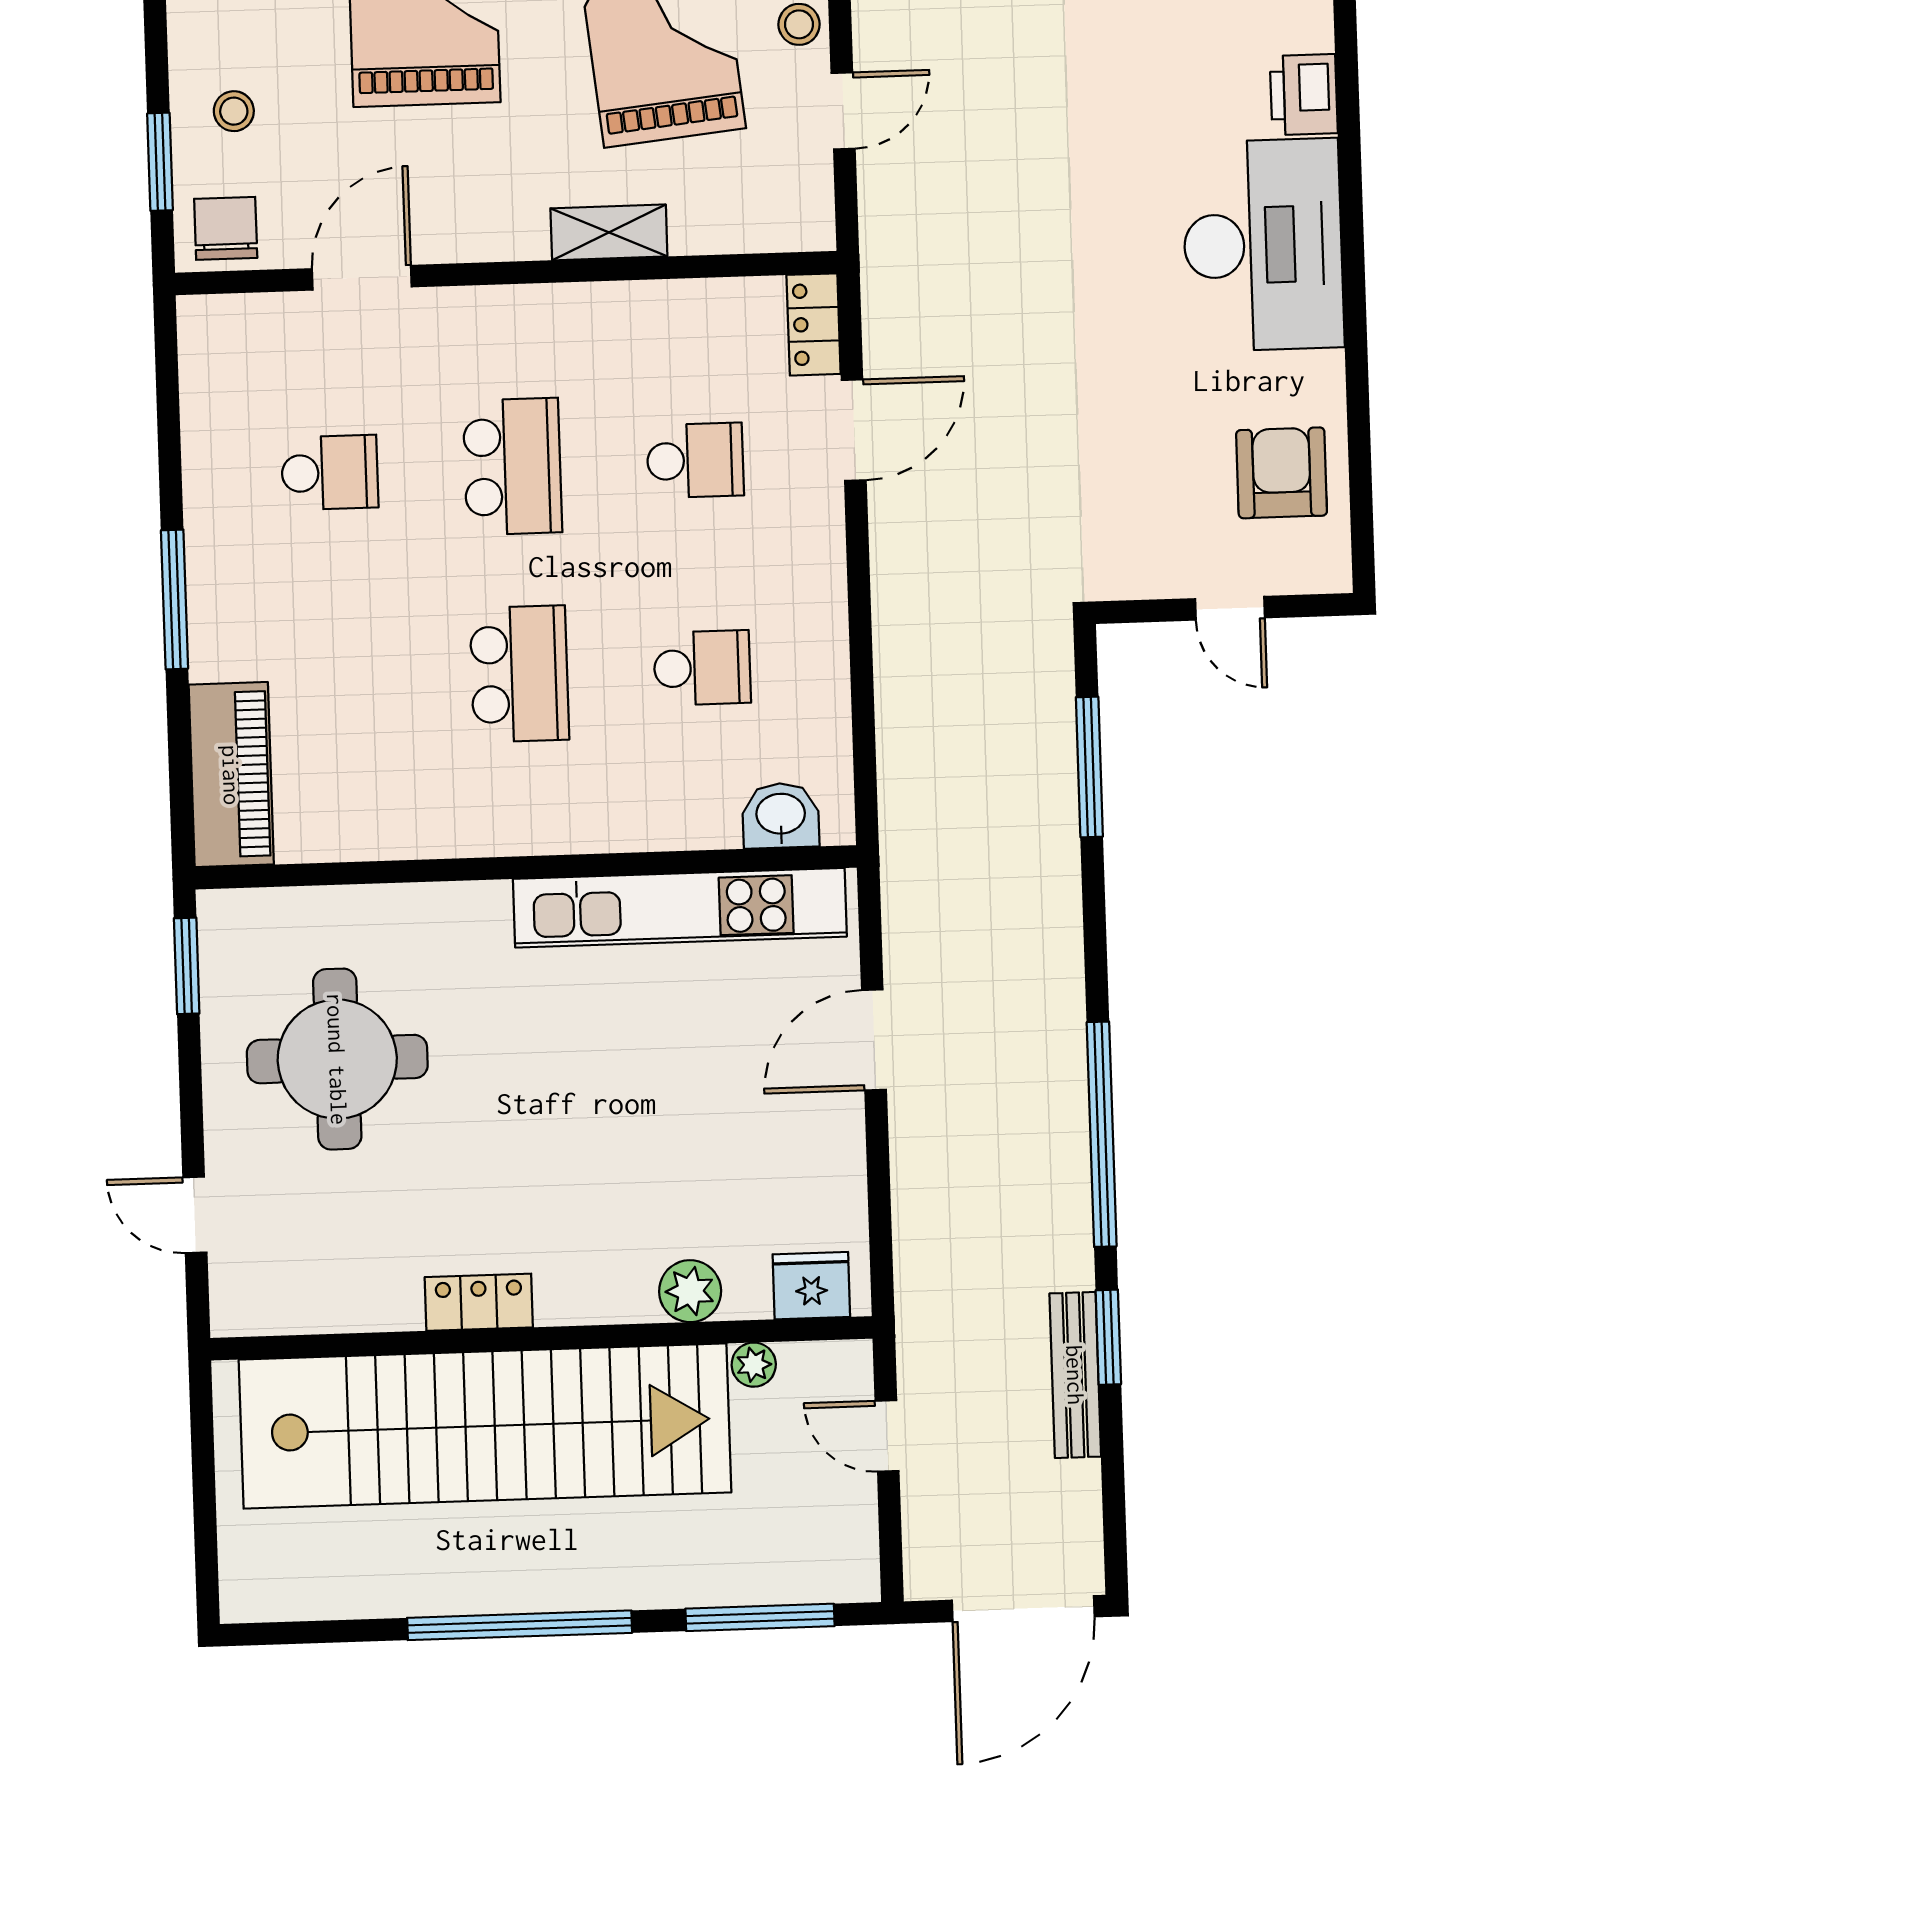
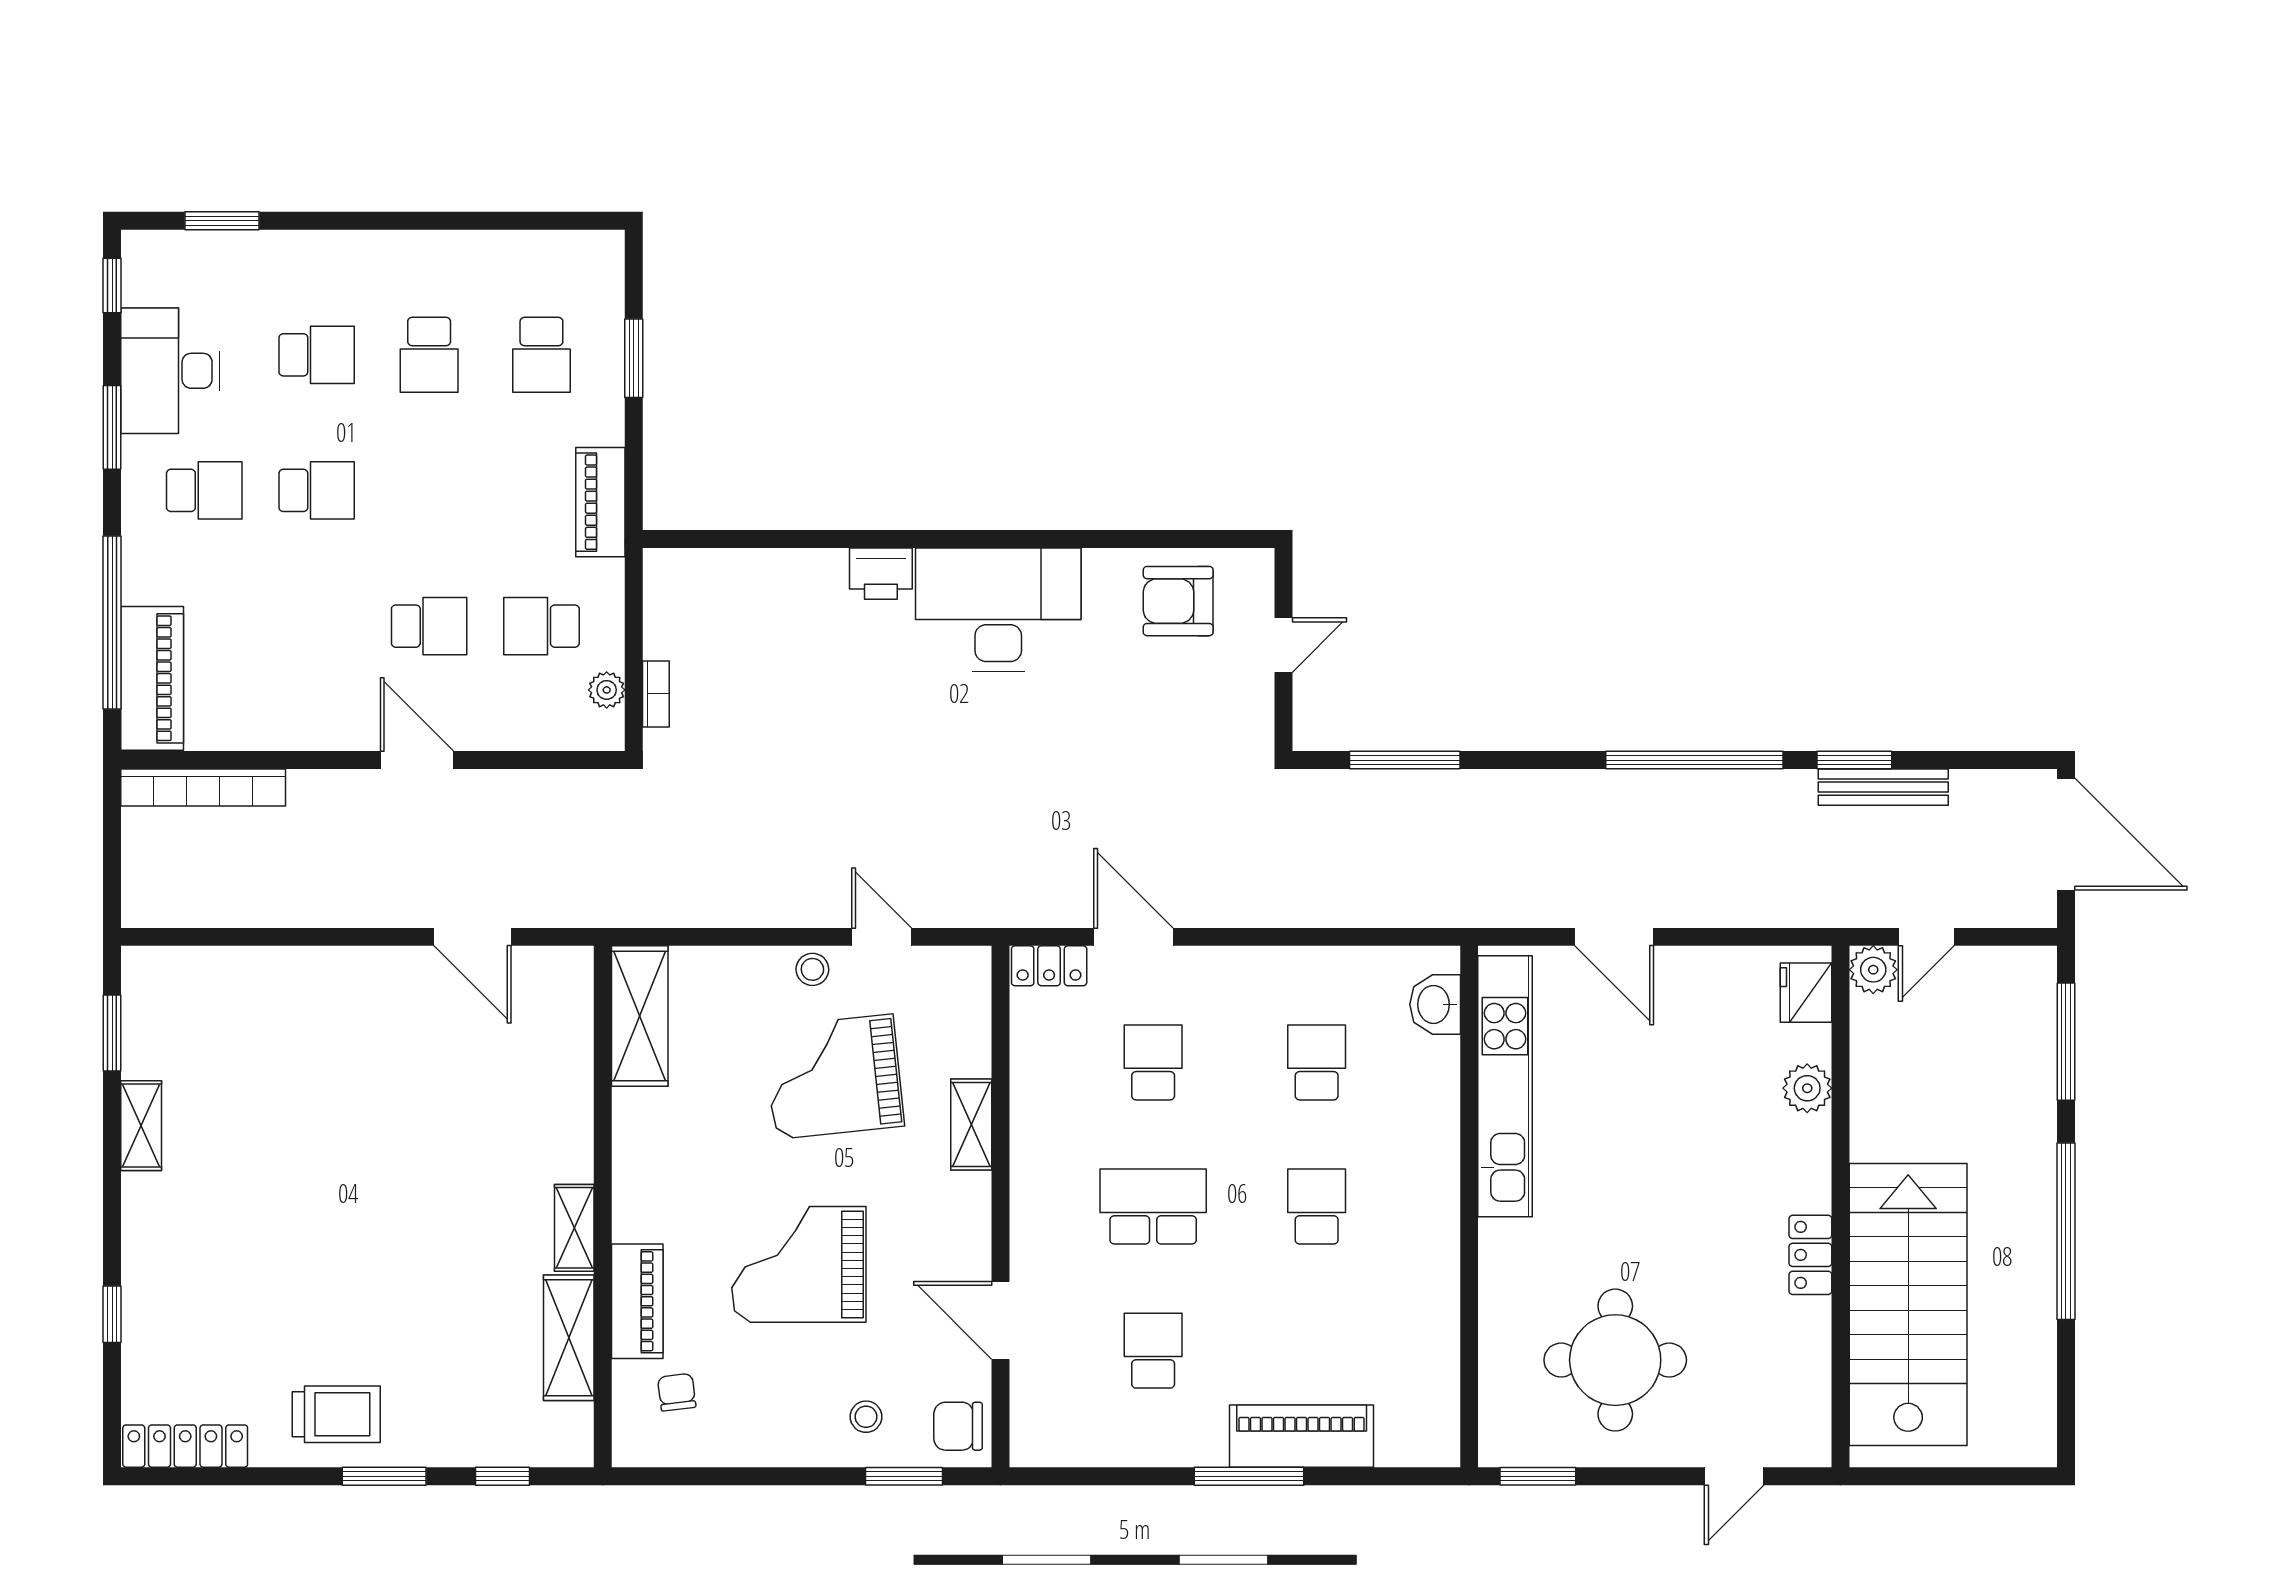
school desk: (519, 674) -> (1317, 1207), width x0.54
piano: (231, 775) -> (1302, 1436), moved
plant: (754, 1365) -> (1873, 970), moved, width x1.38, depth x1.38
stairs: (485, 1426) -> (1908, 1304), width x0.73

